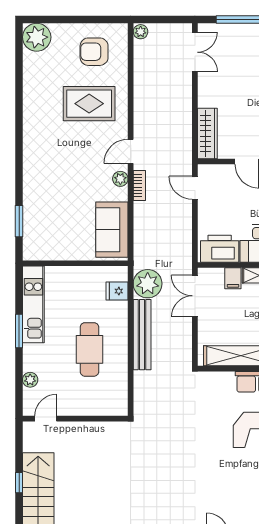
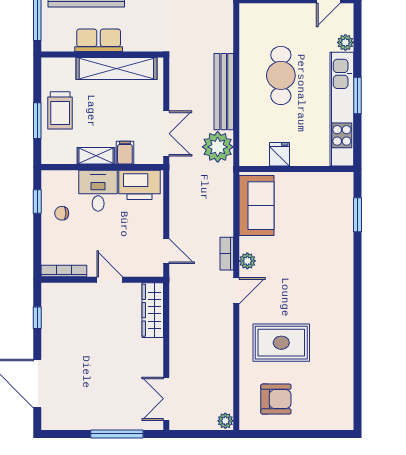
plant: (37, 37) -> (338, 415), removed
fridge: (117, 291) -> (280, 154), moved, turned -90
kitchen unit: (33, 304) -> (342, 109), width x1.36

